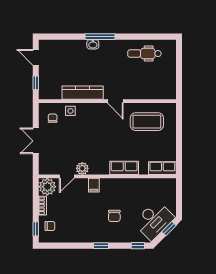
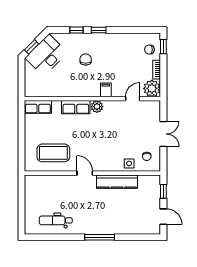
washbasin: (93, 44) -> (107, 230), removed
dental chair: (144, 54) -> (56, 220), turned 180
plant: (82, 168) -> (97, 107), moved
window: (138, 246) -> (76, 30), moved

